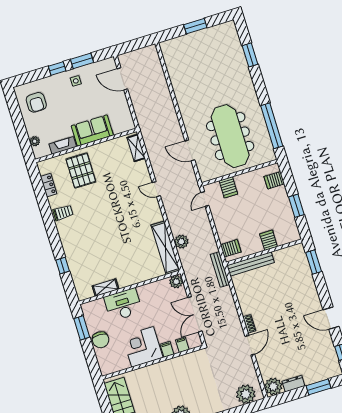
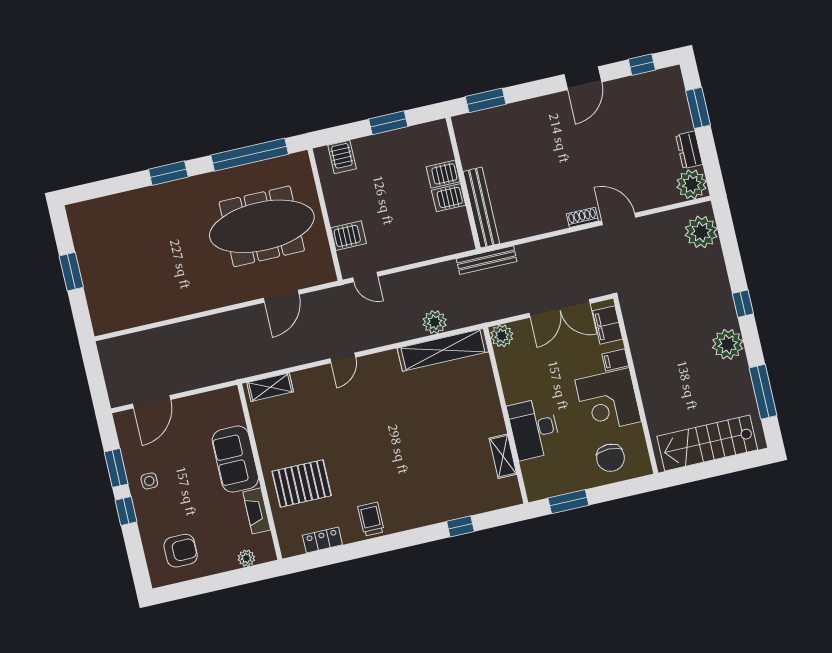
window: (250, 55) -> (168, 173), moved
server rack: (231, 248) -> (449, 198), moved, turned -90
chair: (101, 340) -> (610, 458), moved, turned 90
filing cabinet: (182, 345) -> (608, 325), width x2.00

